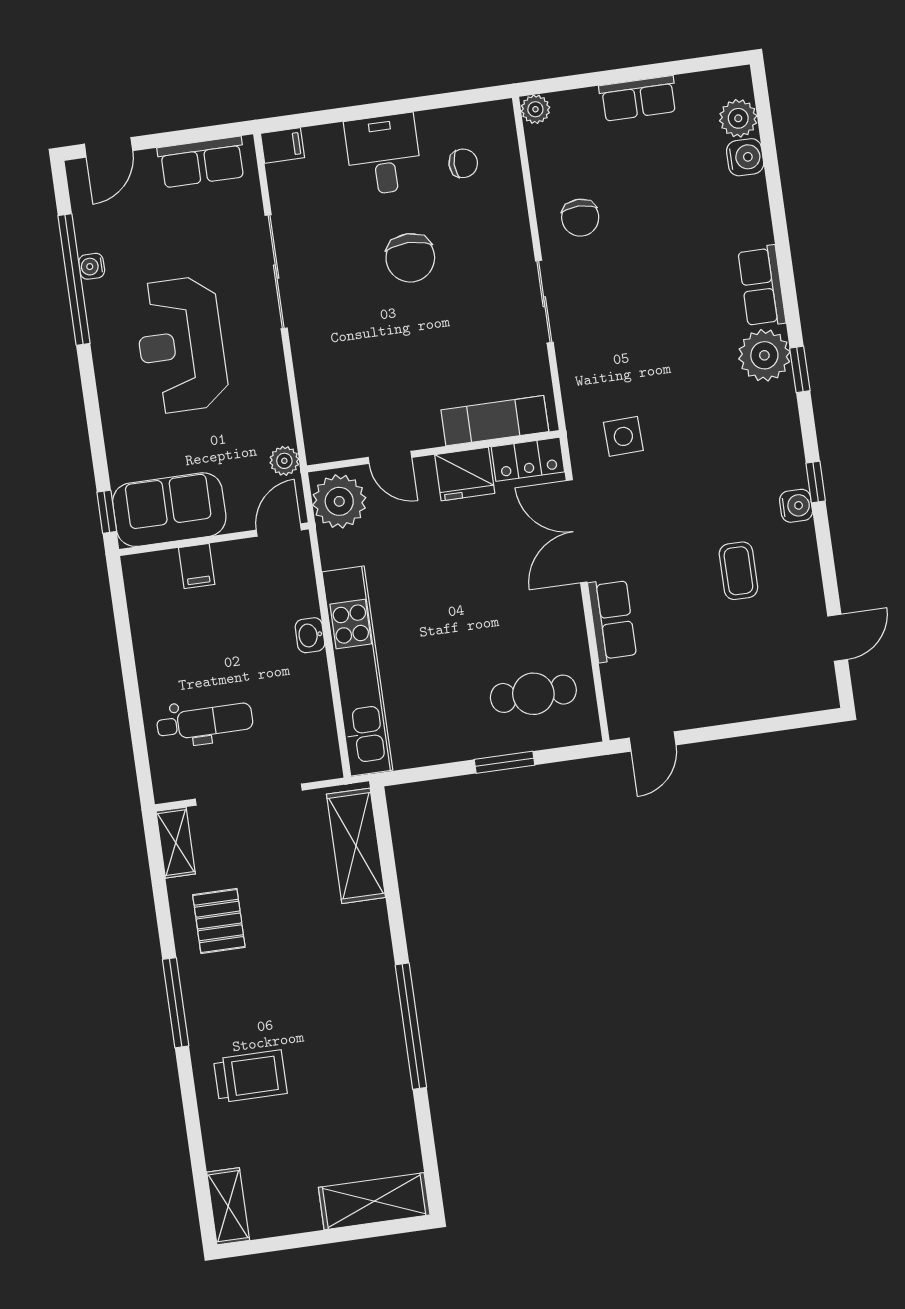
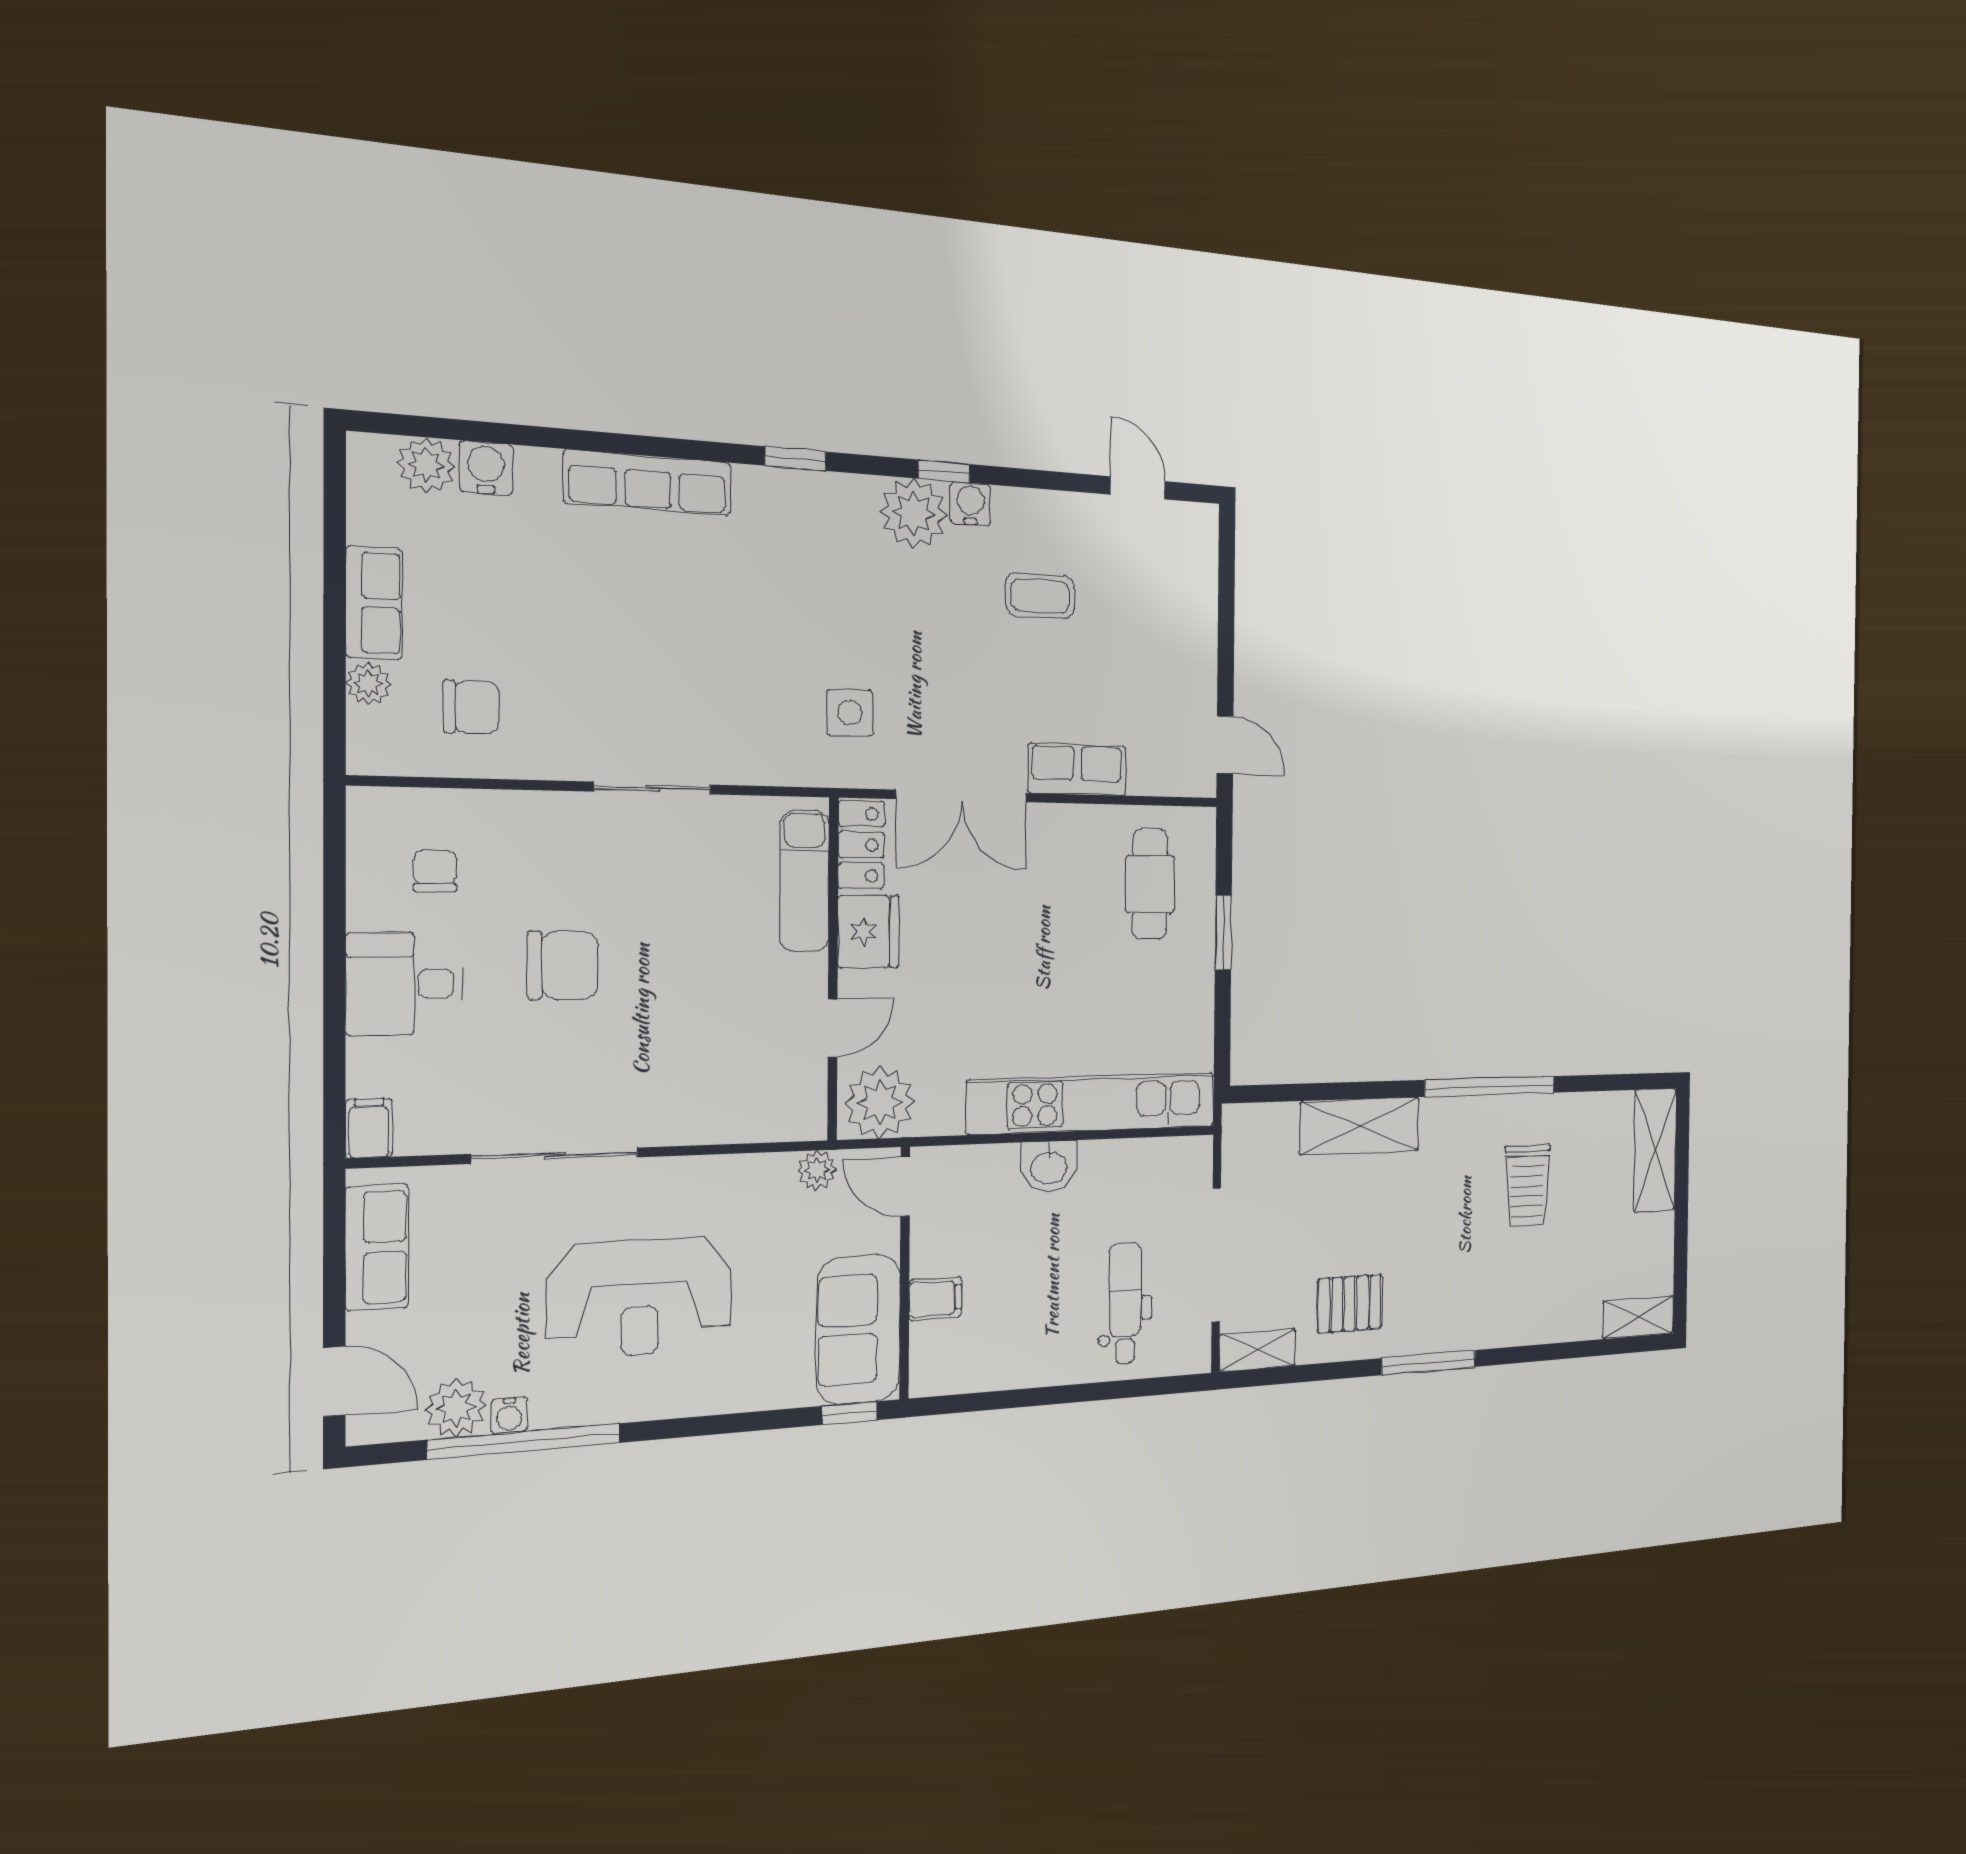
plant: (535, 109) -> (368, 684), moved
chair: (580, 218) -> (472, 707), moved
plant: (95, 230) -> (456, 1408), added
row of seats: (762, 286) -> (648, 483), width x1.48
plant: (764, 355) -> (914, 513), moved
washbasin: (310, 635) -> (1049, 1167), width x1.38, depth x1.45
shelving: (356, 846) -> (1360, 1126), moved
trolley: (250, 1076) -> (1527, 1185), moved, turned 180

